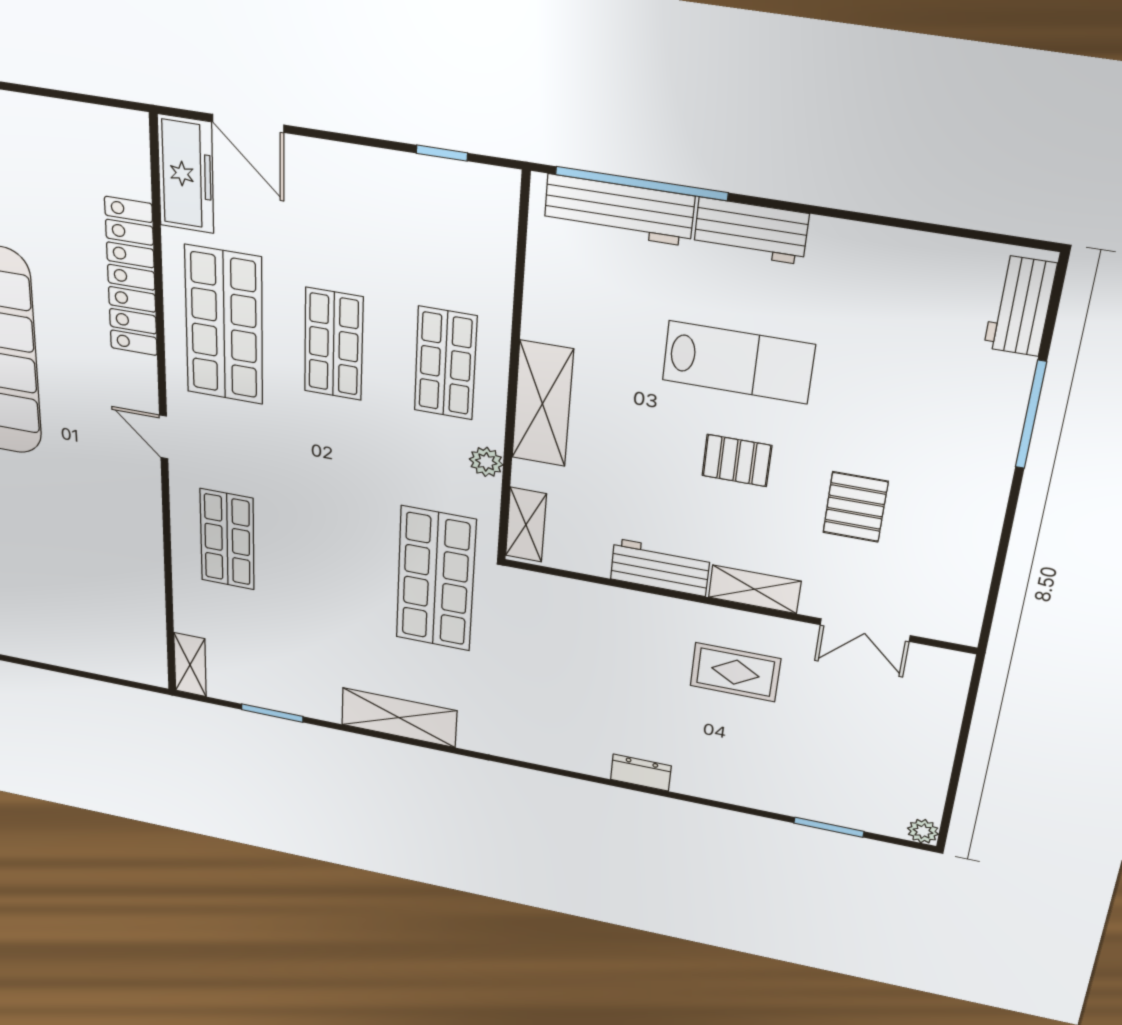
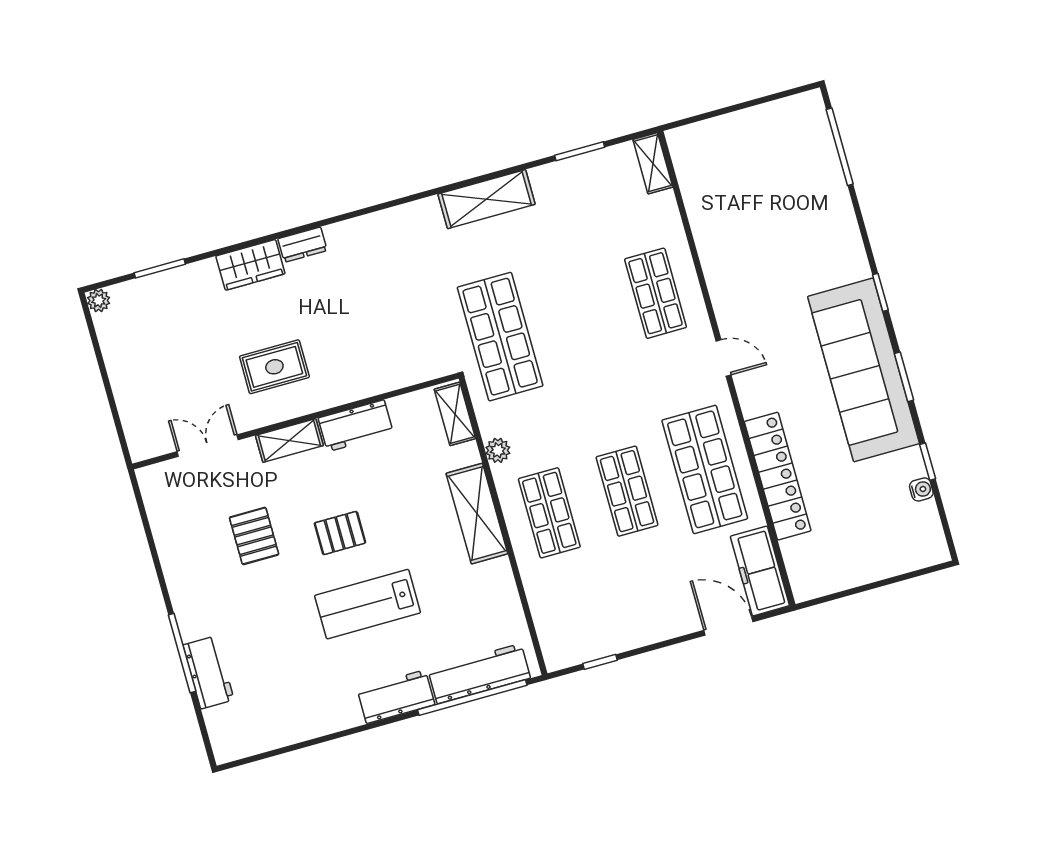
workbench: (1020, 306) -> (208, 672), moved
wardrobe: (714, 782) -> (250, 265), added

